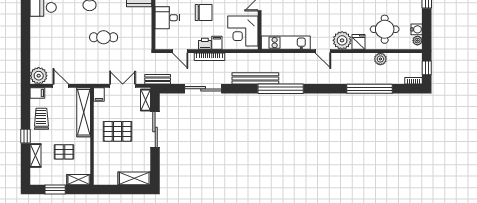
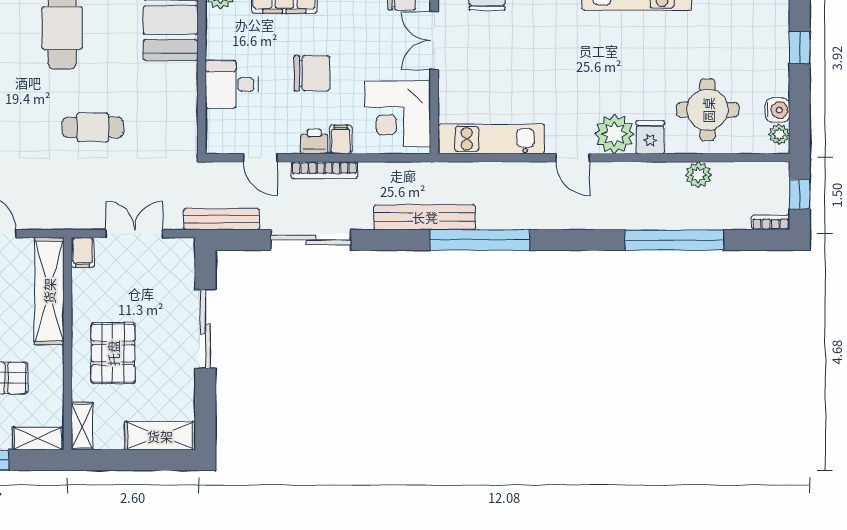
bench: (158, 79) -> (221, 219), width x1.36
shelving: (146, 100) -> (82, 426), moved
pallet: (118, 131) -> (113, 353), moved, turned 90

